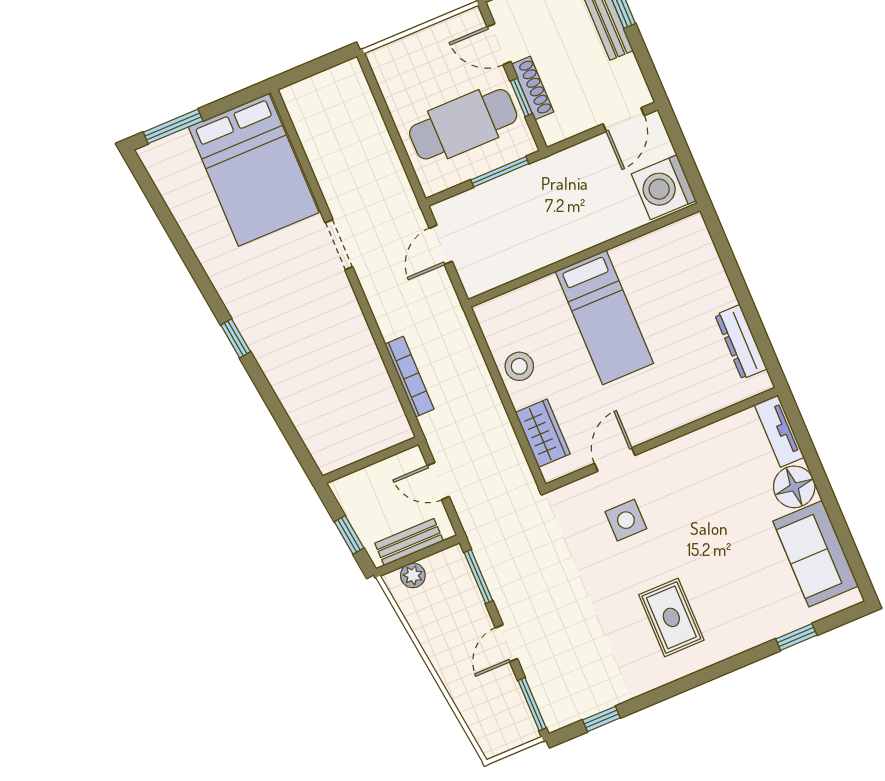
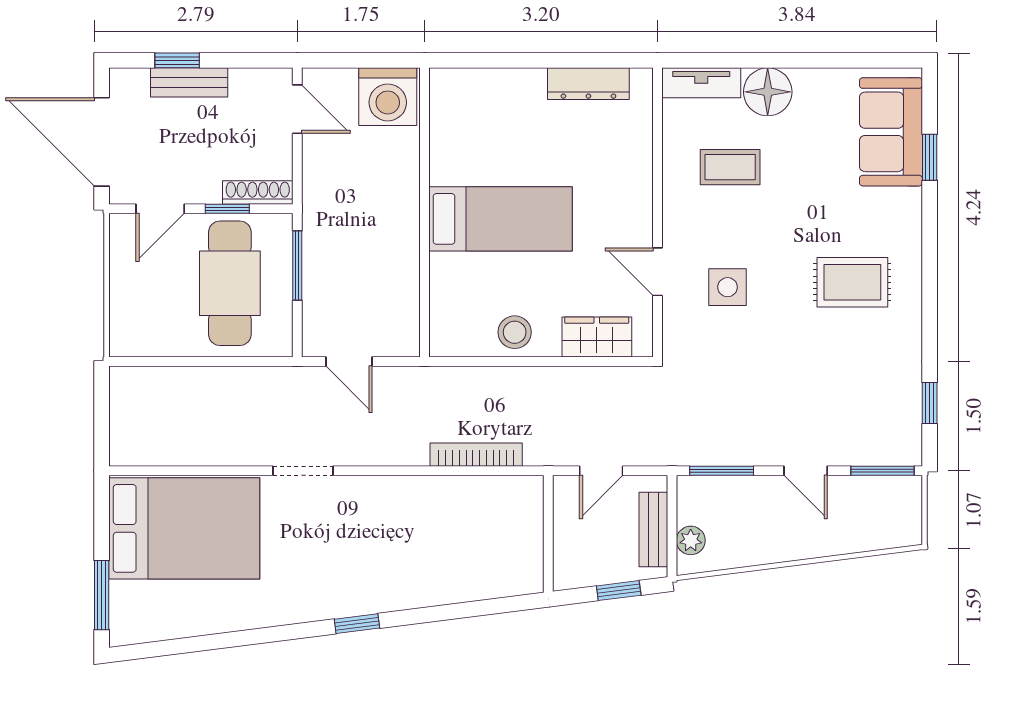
shoe rack: (533, 88) -> (258, 193), moved
coffee table: (722, 482) -> (730, 167), added
sofa: (816, 554) -> (891, 132), moved, turned 90

